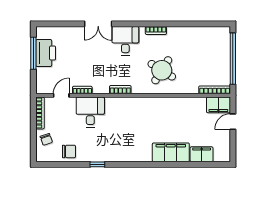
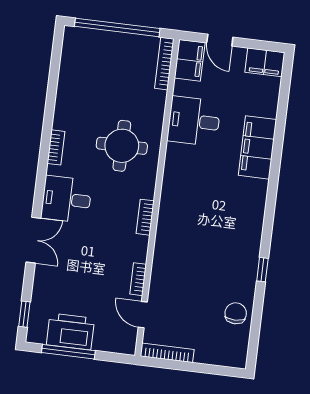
window: (53, 24) -> (24, 314), added
round table: (162, 70) -> (122, 146), turned -32
desk: (90, 112) -> (194, 121), moved
chair: (46, 139) -> (211, 348), removed
filing cabinet: (202, 154) -> (265, 62), moved, turned -90

